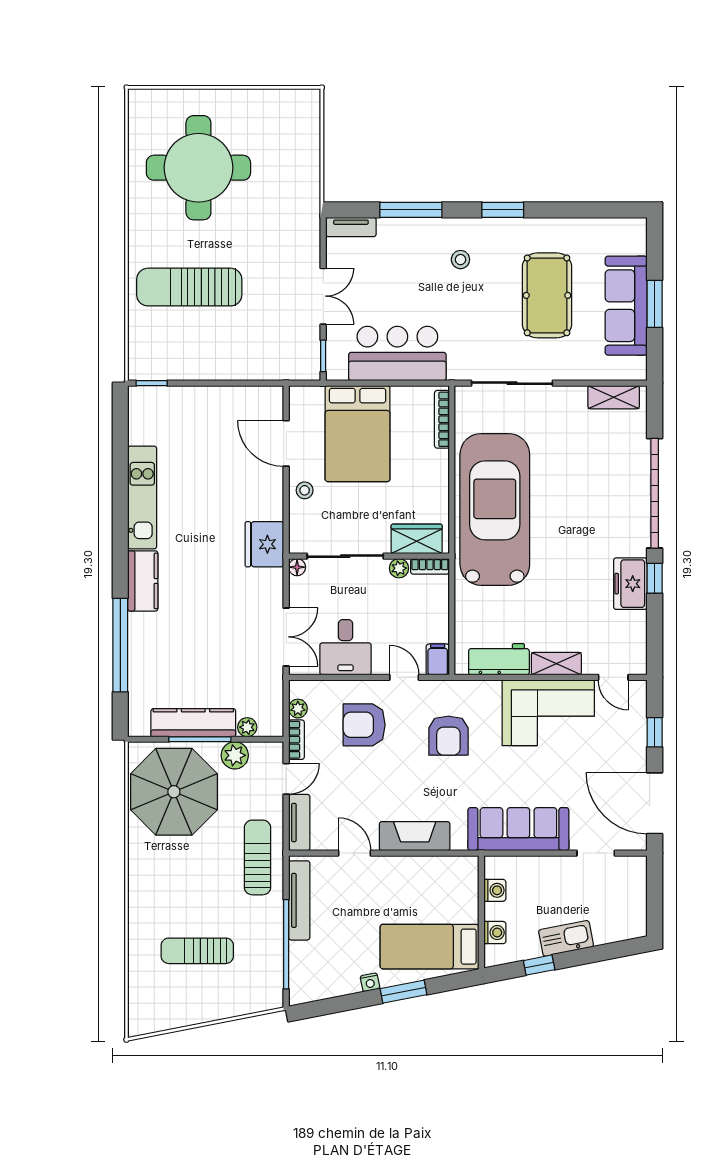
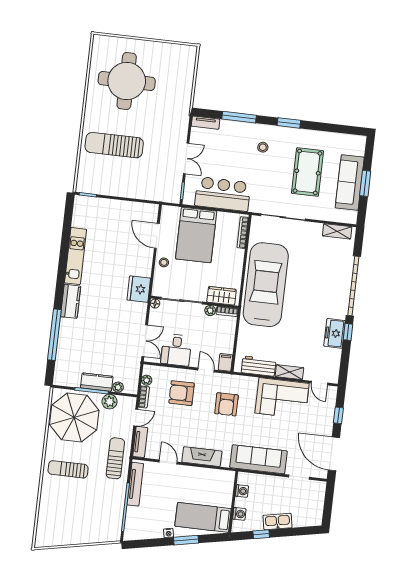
kitchen counter: (193, 723) -> (97, 382), width x0.67
sun lounger: (197, 951) -> (68, 469), moved

